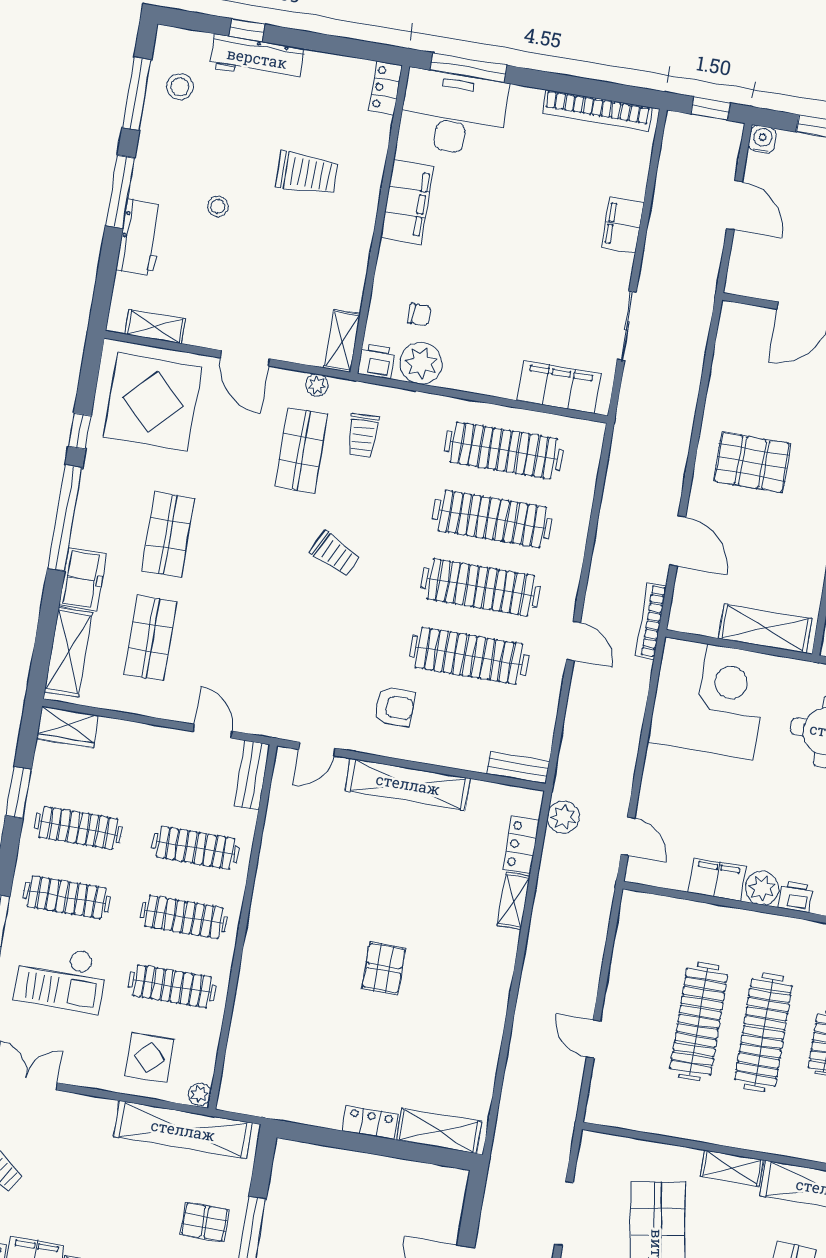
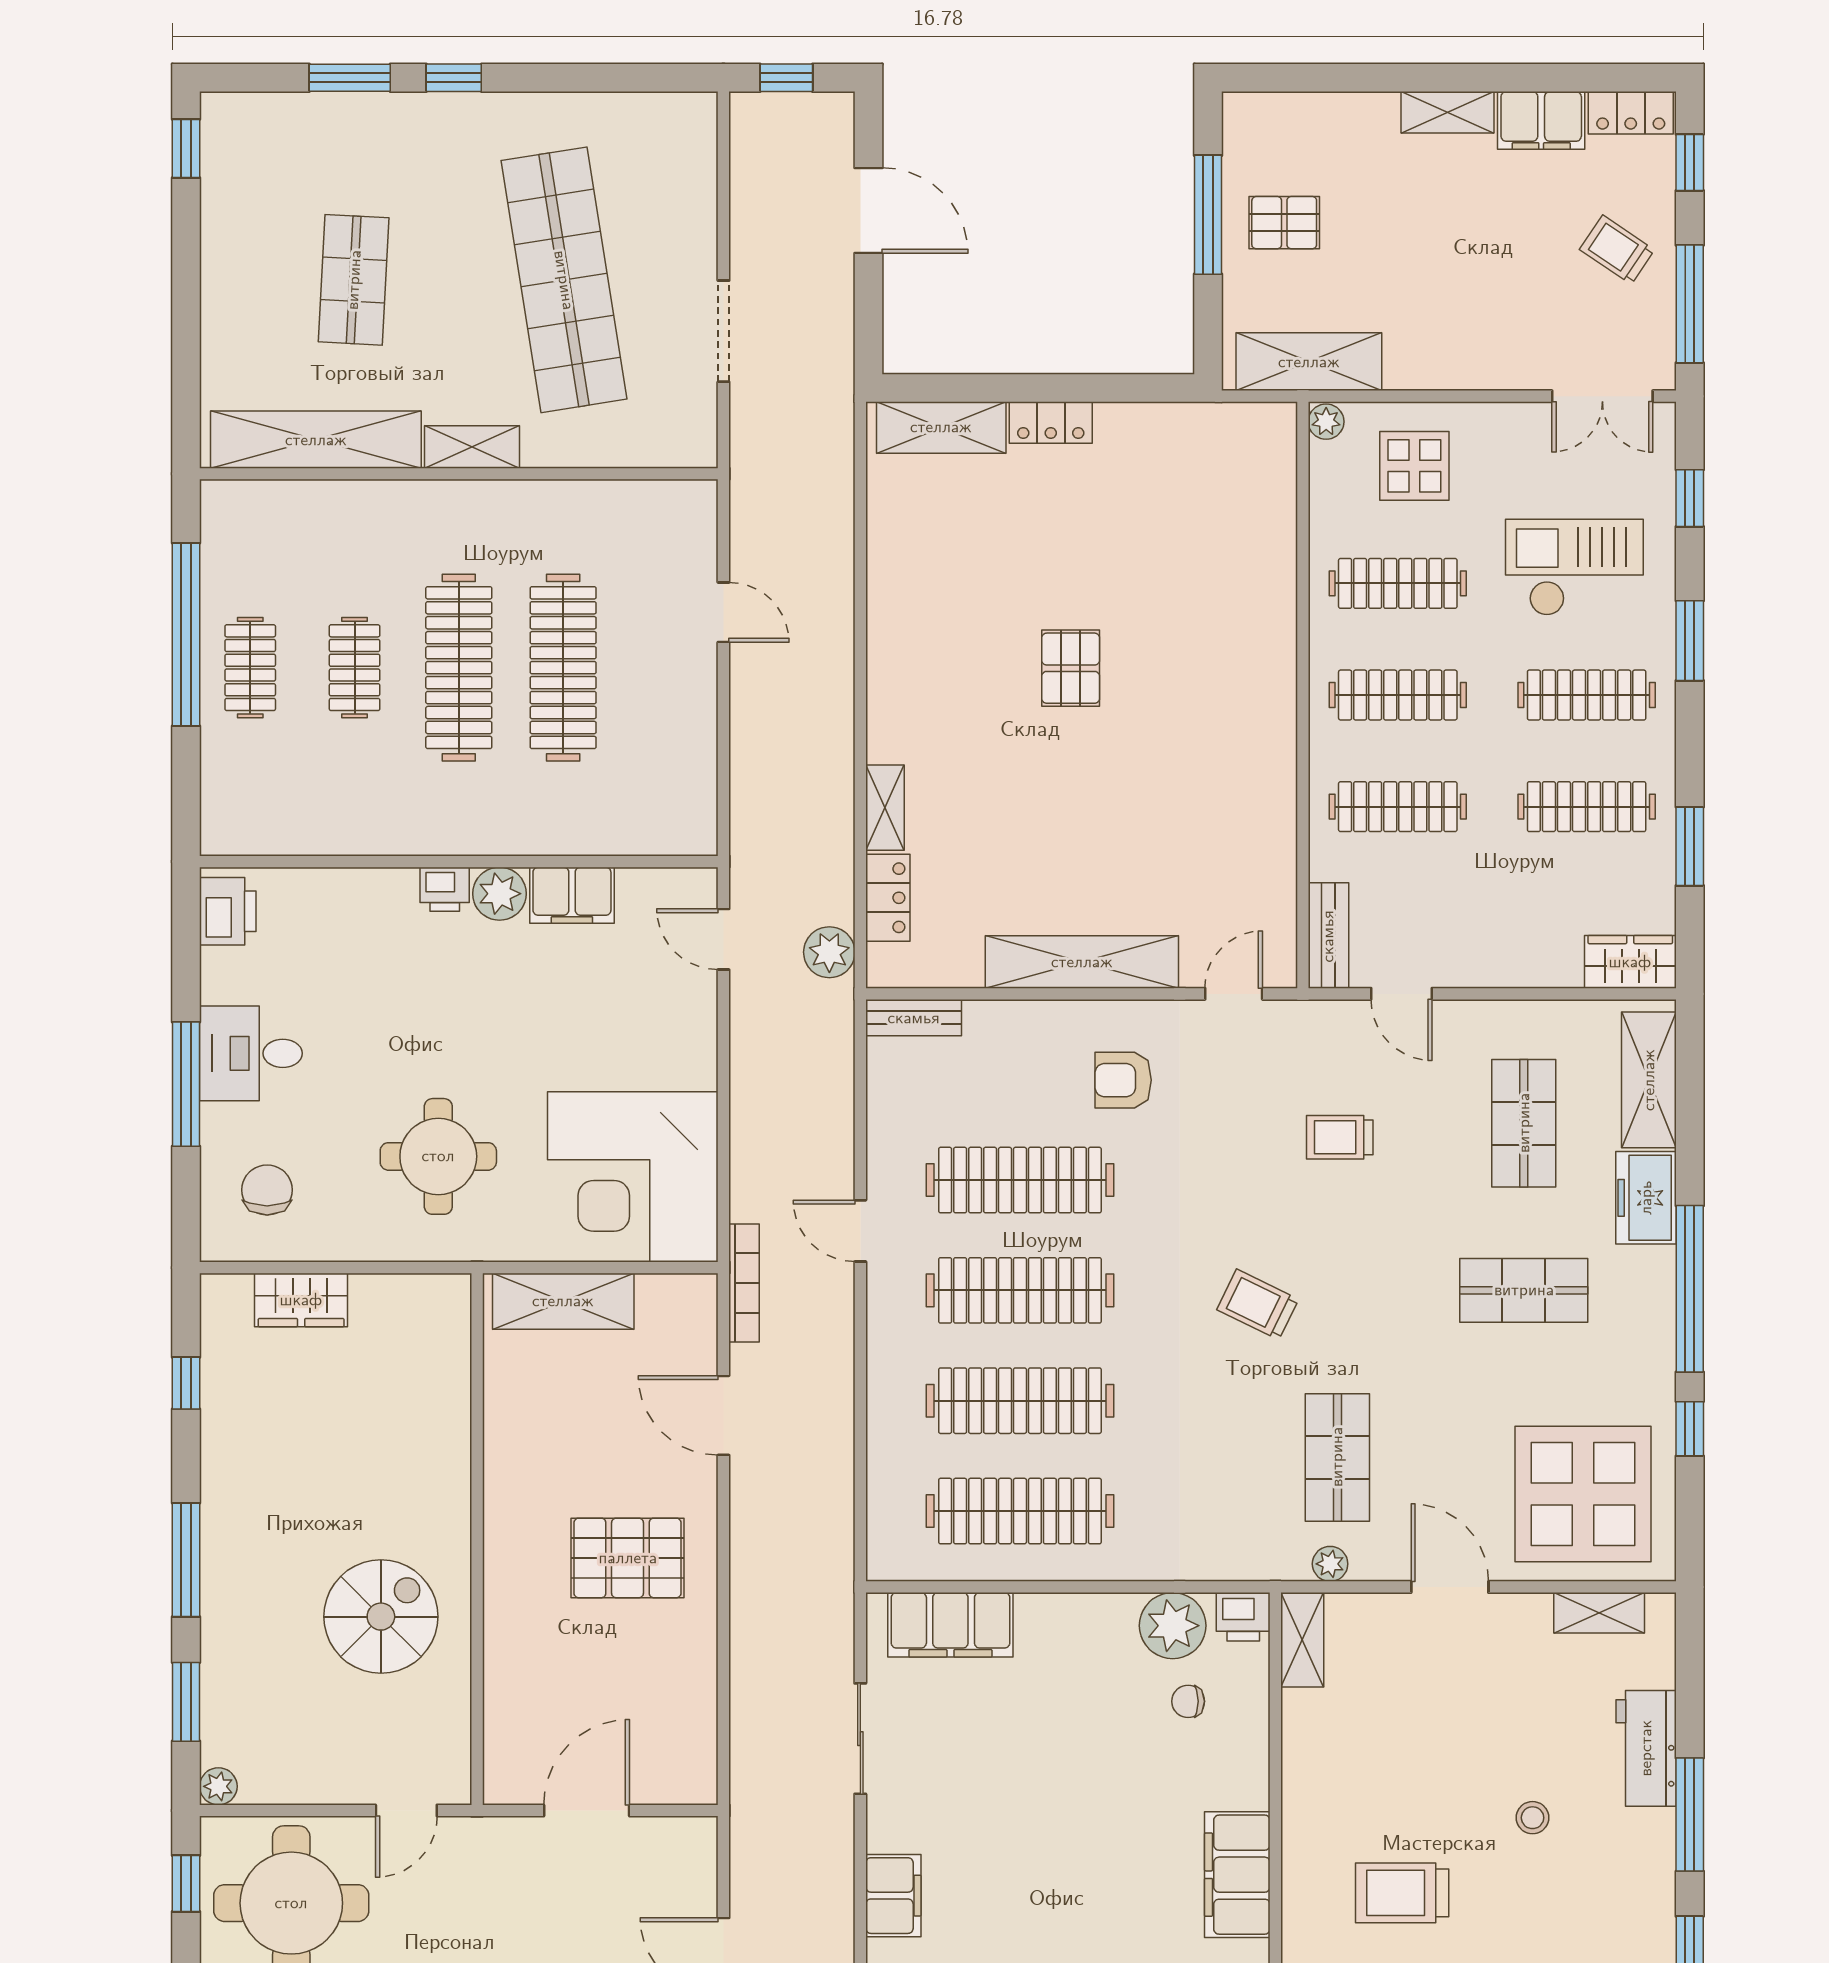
trolley: (363, 436) -> (1340, 1137), moved, turned -88
shop shelf: (168, 534) -> (1524, 1290), turned 90
shelving: (183, 1130) -> (1309, 362), width x0.68

